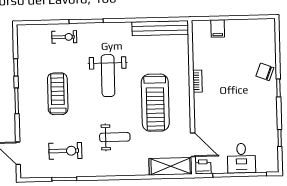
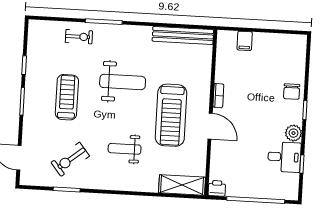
chair: (265, 72) -> (292, 92), turned -111
weight bench: (108, 76) -> (123, 82), turned -90
plant: (270, 110) -> (293, 133), added
weight bench: (115, 137) -> (125, 149), turned 180
door: (193, 145) -> (210, 126), moved
exercise bike: (65, 151) -> (70, 159), turned 141
desk: (241, 158) -> (284, 157), moved, turned -90

